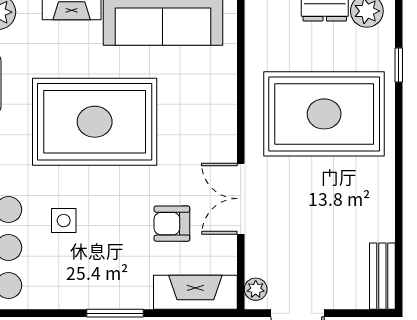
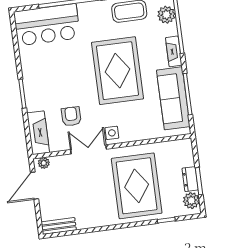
side table: (64, 221) -> (112, 133), moved

